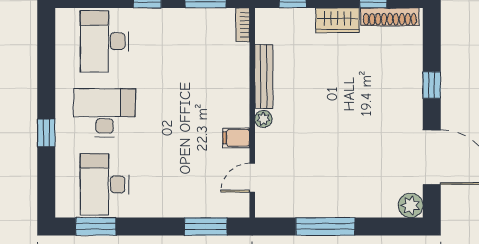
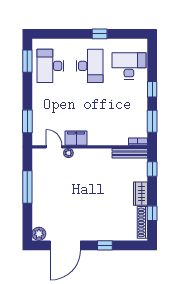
bench: (264, 76) -> (130, 153), moved
plant: (263, 119) -> (68, 153), moved
window: (46, 133) -> (100, 34), moved
filing cabinet: (236, 138) -> (76, 138), width x2.00
desk: (105, 184) -> (50, 66), turned -90

